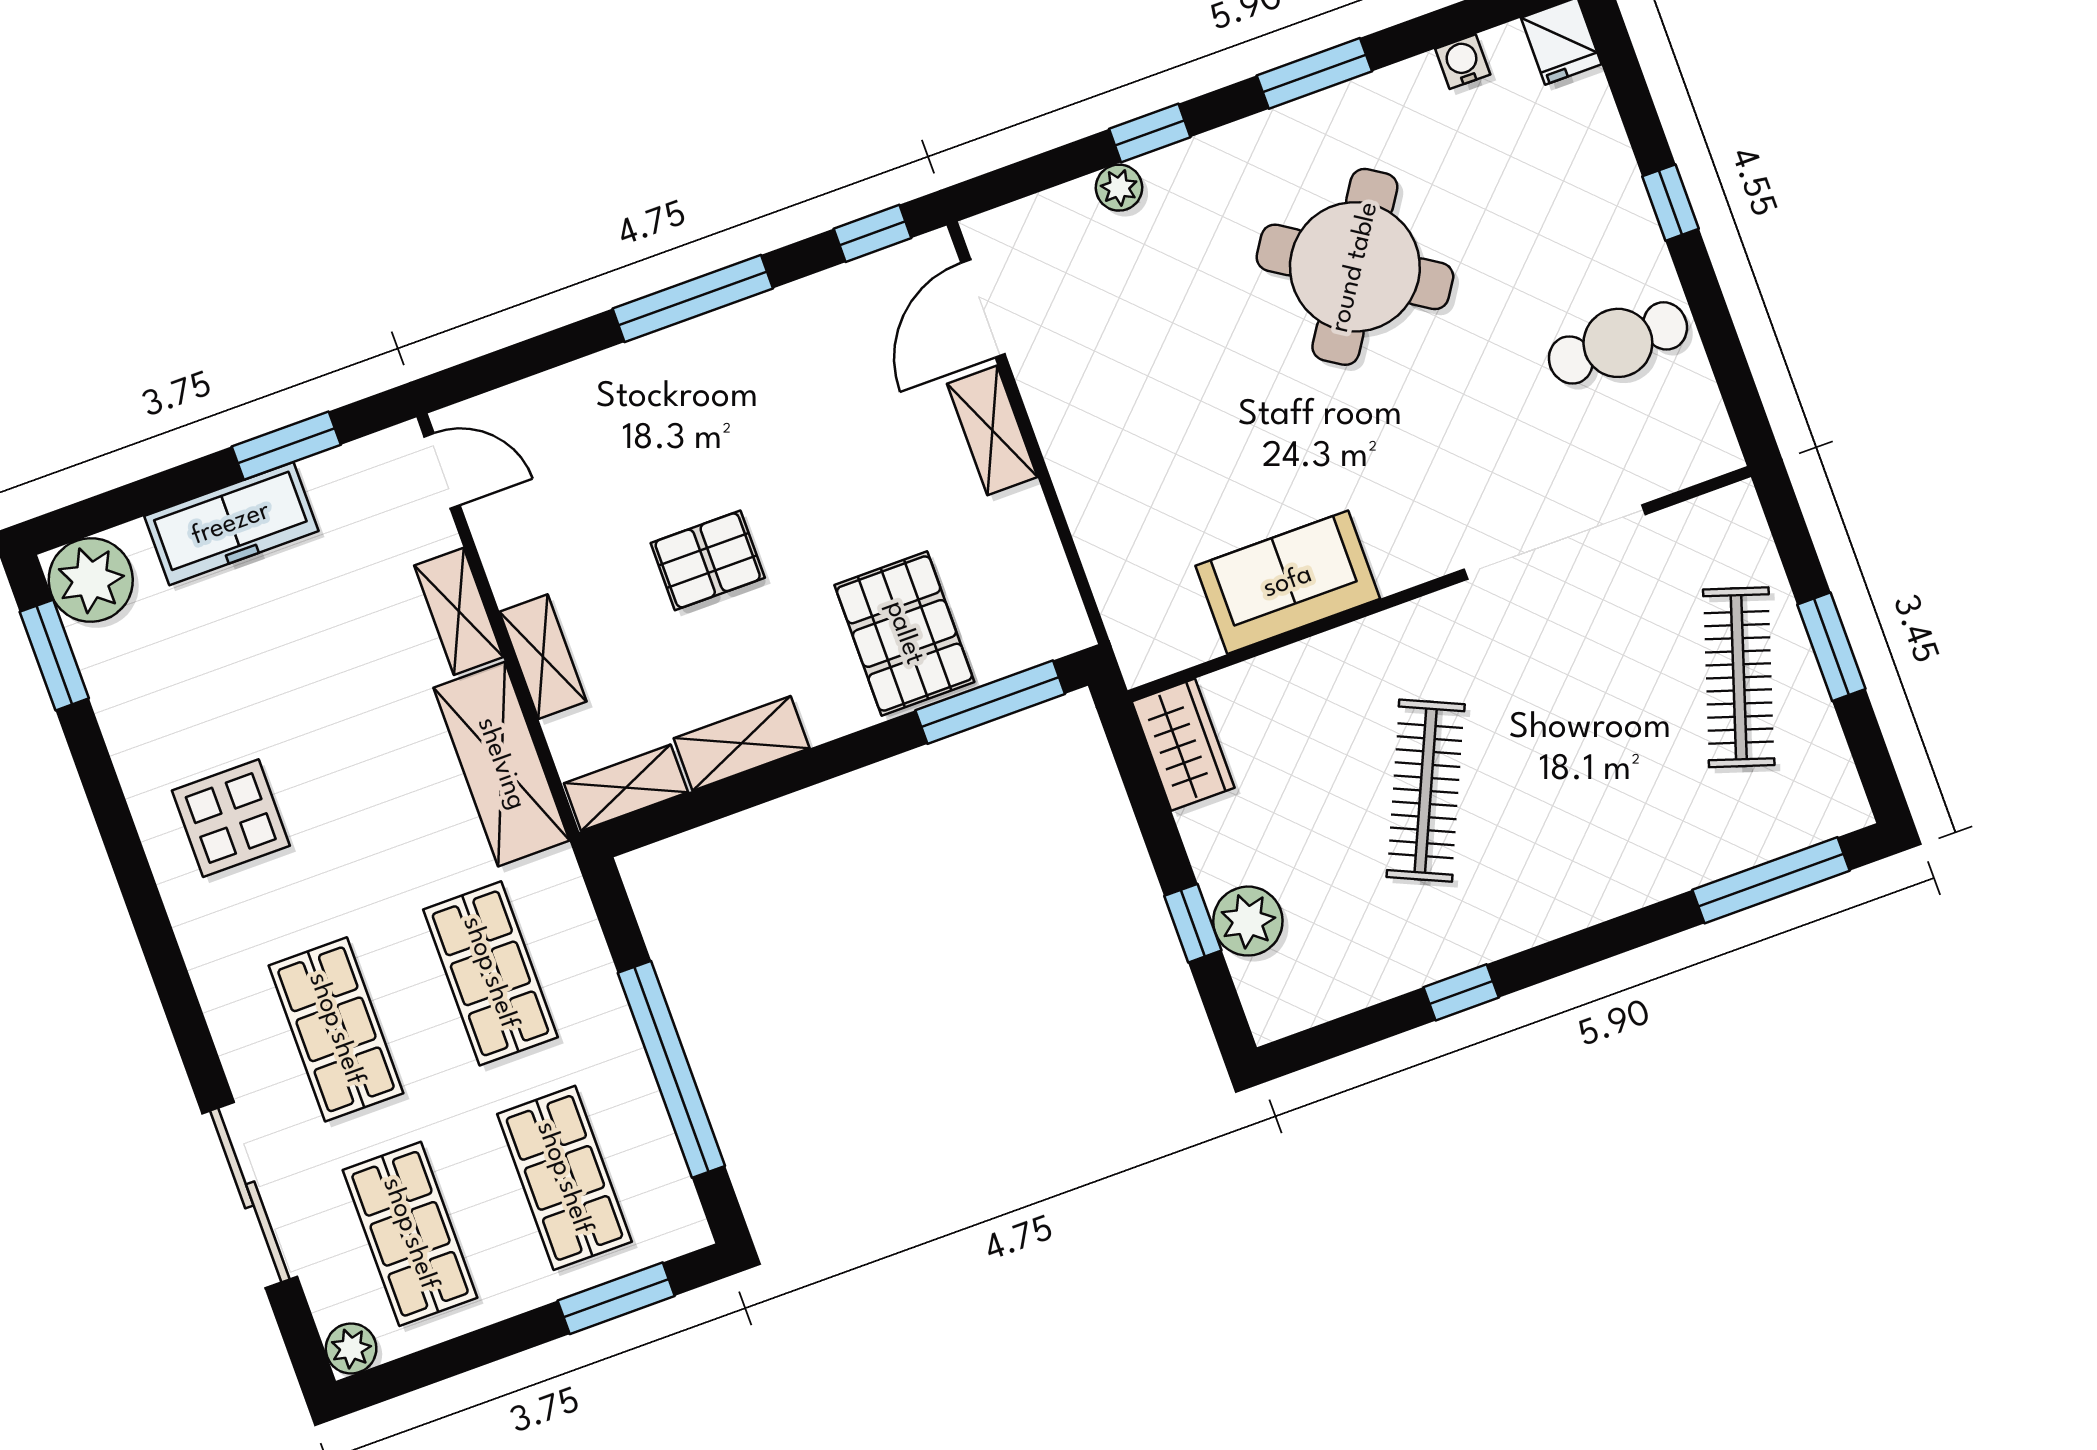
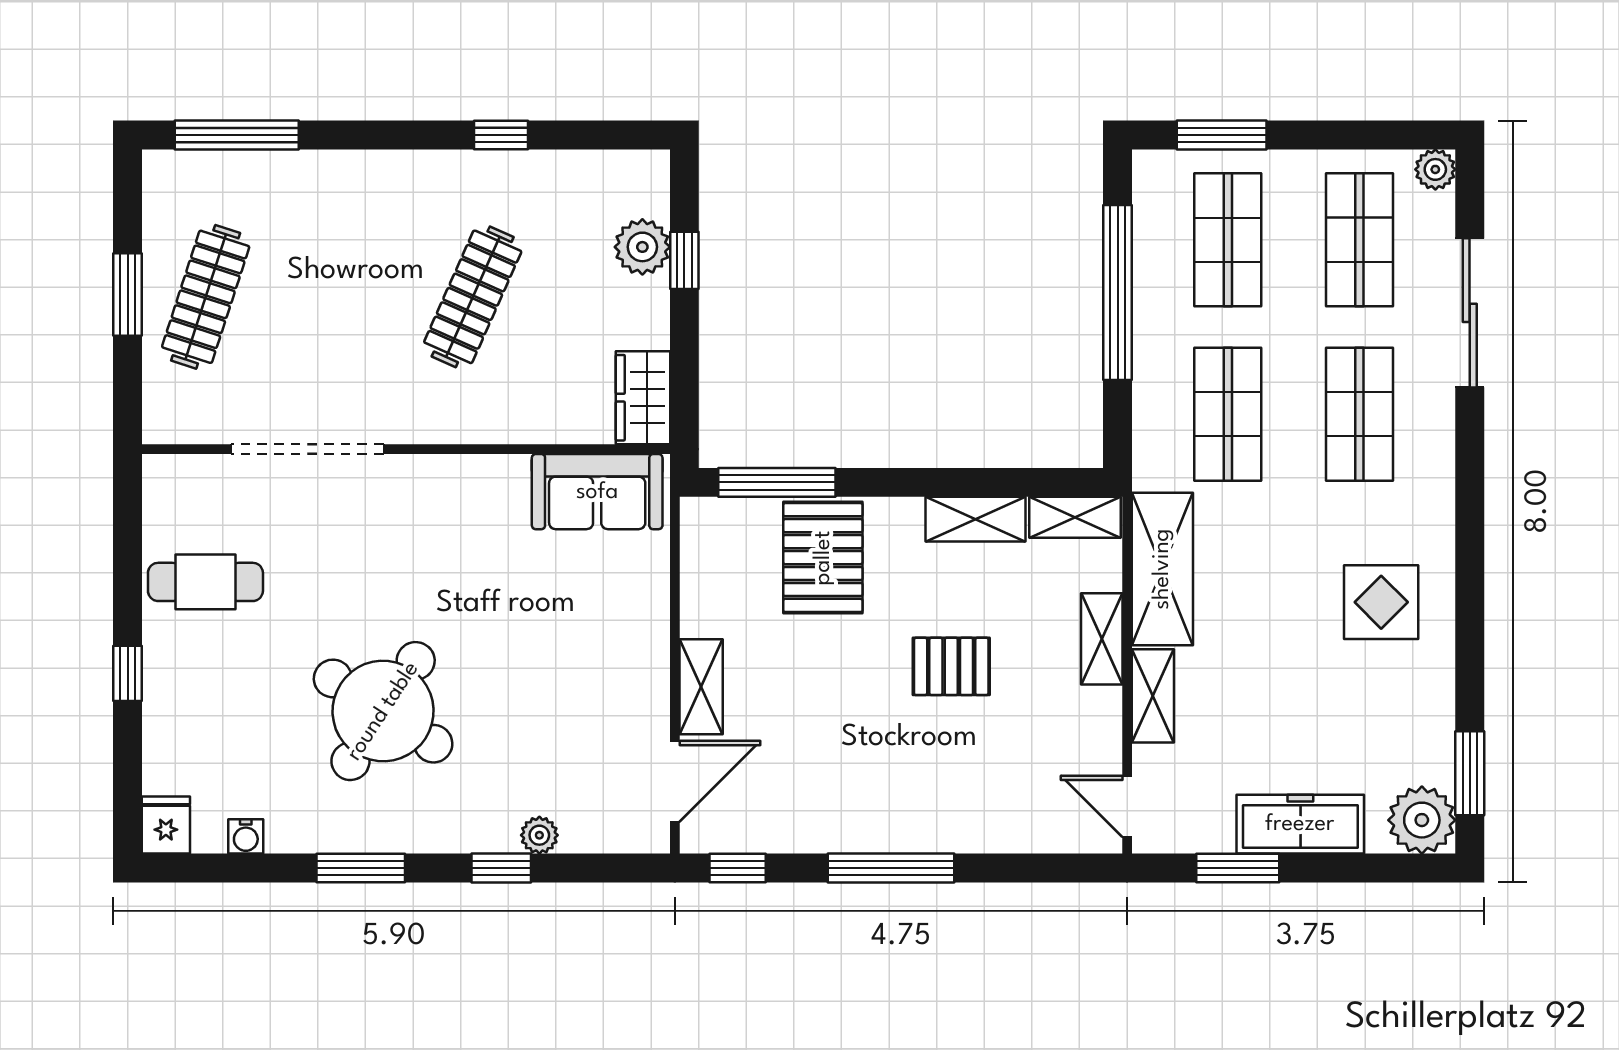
sofa: (1288, 582) -> (597, 492), moved

